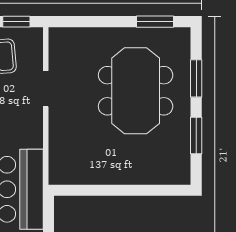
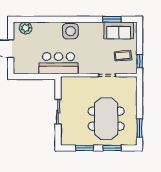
meeting table: (136, 91) -> (106, 119), turned 90
sliding door: (121, 190) -> (58, 112), added

